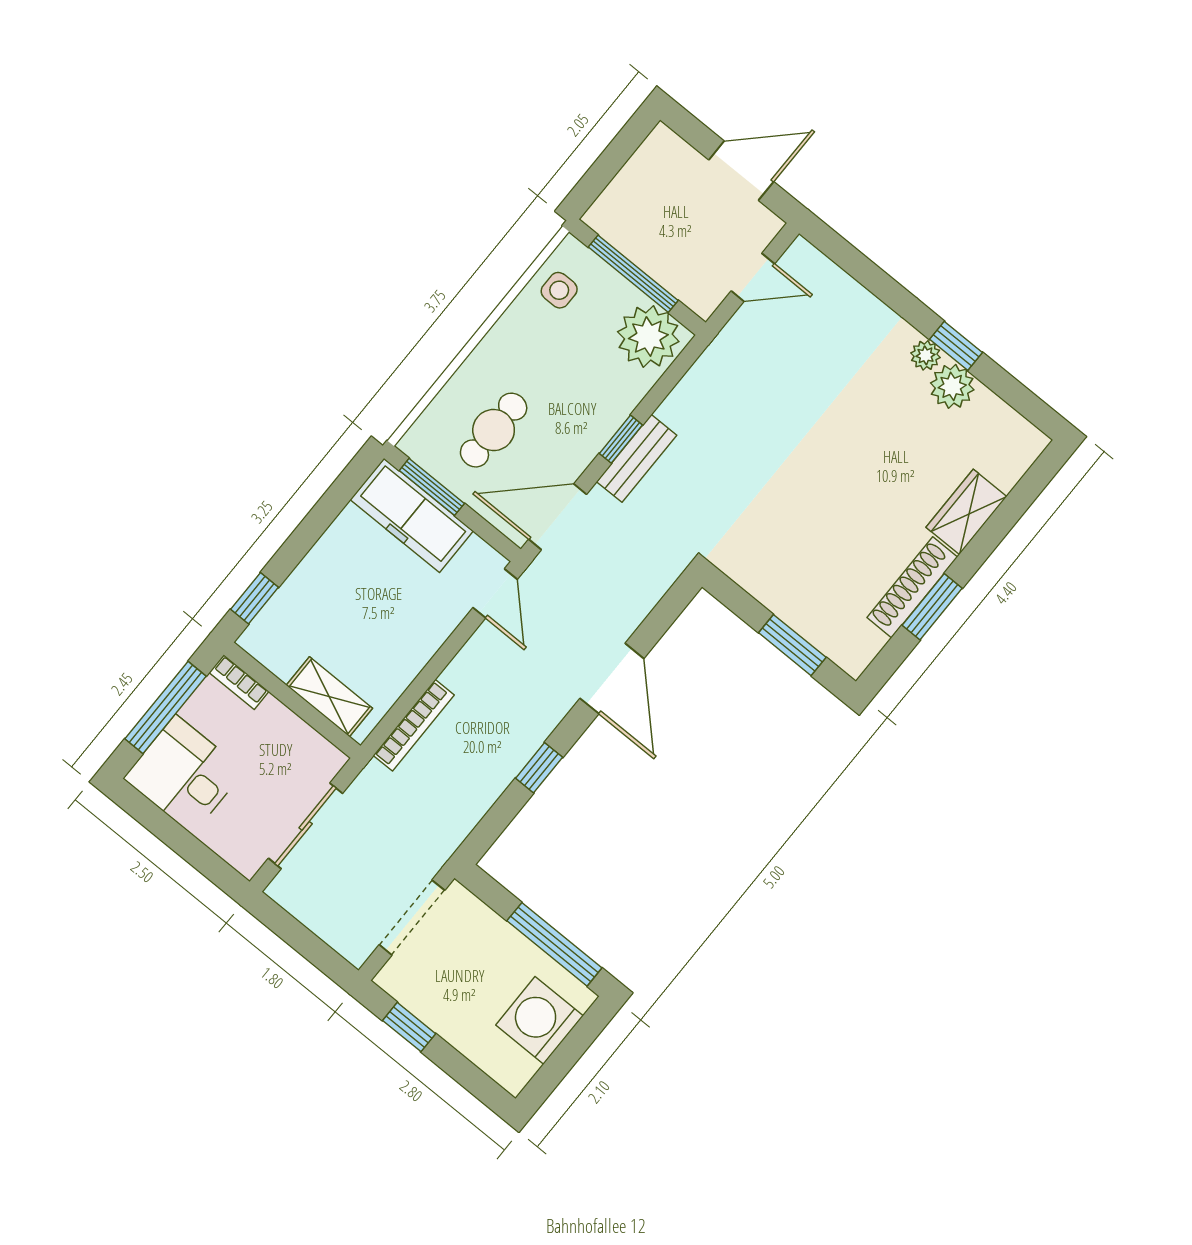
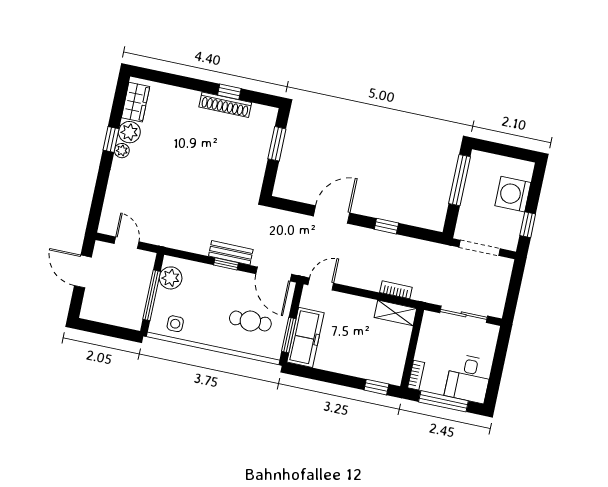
plant: (648, 337) -> (171, 278), width x0.73, depth x0.73
wardrobe: (966, 512) -> (136, 102), moved, turned -90
window: (932, 607) -> (229, 92), width x0.67
shelving: (329, 697) -> (395, 313), moved, turned 90
bookcase: (414, 725) -> (396, 290), width x0.64
washing machine: (539, 1020) -> (513, 194), moved, turned 90

